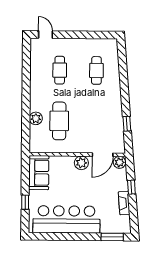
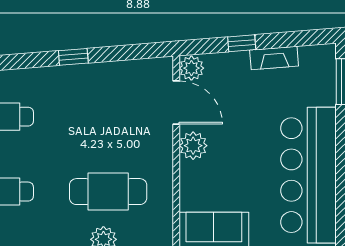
window: (127, 124) -> (73, 57), moved

